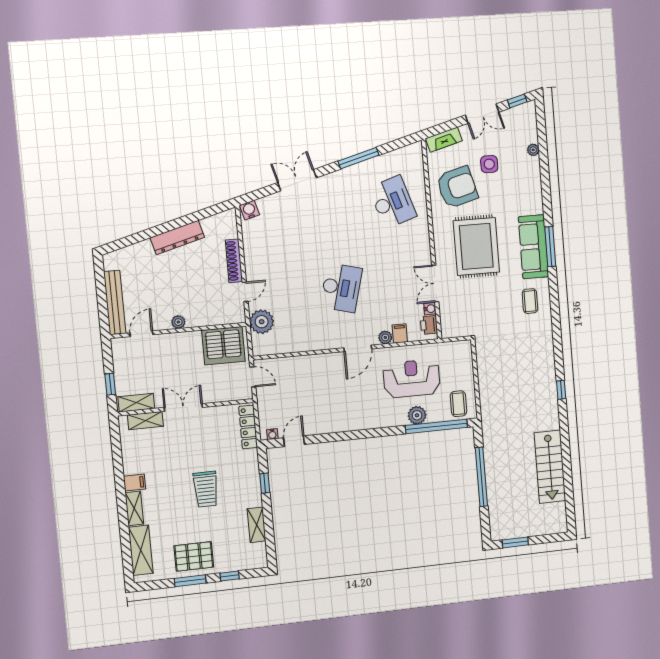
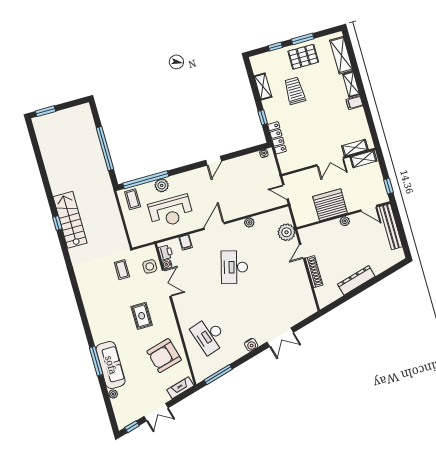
double door: (482, 114) -> (156, 412), swing flipped
window: (358, 158) -> (218, 375), moved
side table: (489, 164) -> (150, 266), moved
water cooler: (249, 210) -> (251, 345), moved
rug: (476, 246) -> (142, 316), width x0.54, depth x0.49
sofa: (534, 247) -> (111, 365), moved
window: (550, 247) -> (96, 361), moved
coffee table: (530, 301) -> (122, 270), moved
door: (141, 334) -> (369, 208), hinge flipped
plant: (385, 337) -> (249, 222), moved
server rack: (223, 346) -> (330, 205), moved
window: (110, 384) -> (388, 186), moved
locker: (248, 427) -> (277, 138), moved
door: (294, 441) -> (214, 161), moved
stairs: (550, 467) -> (70, 220), moved
trolley: (206, 489) -> (295, 91), moved
window: (515, 542) -> (45, 111), moved

